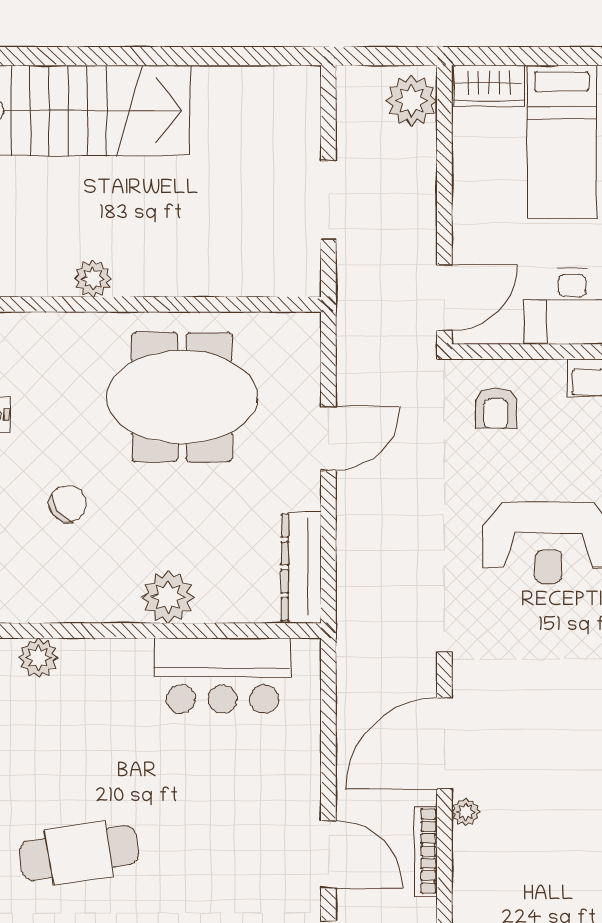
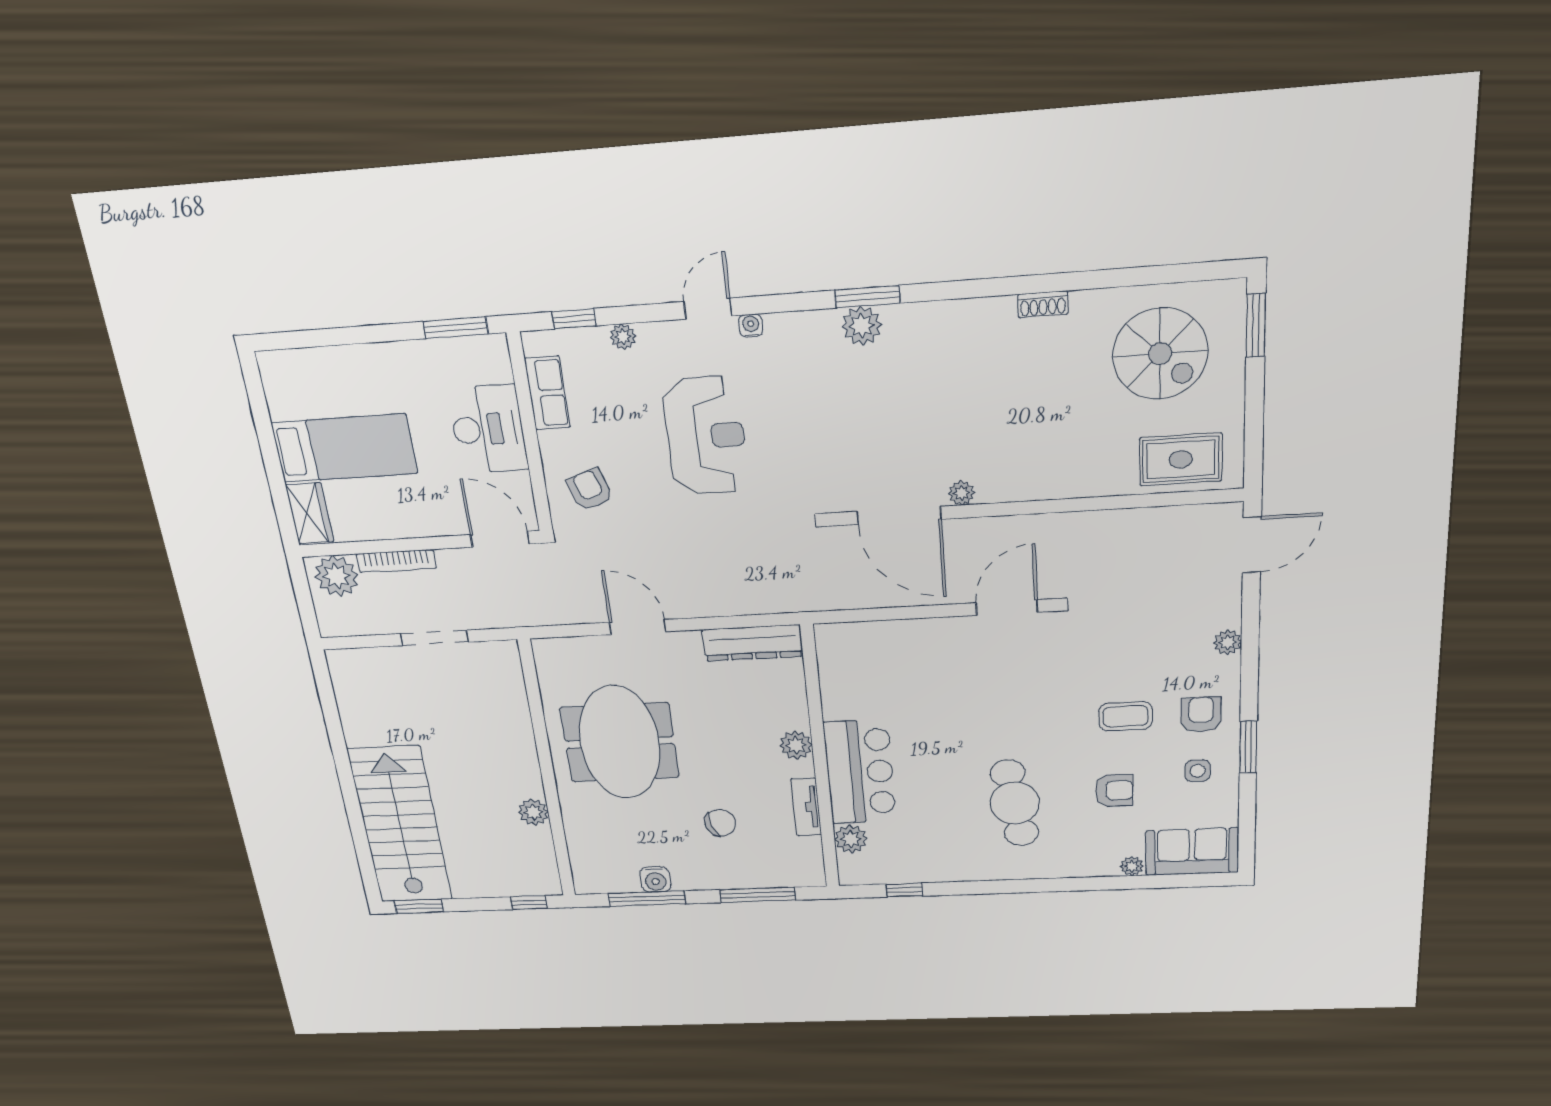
armchair: (496, 408) -> (590, 490), turned -109
chair: (68, 504) -> (720, 823), turned 110
plant: (168, 597) -> (796, 745), width x0.73, depth x0.73
tv unit: (85, 609) -> (806, 807), added
bar counter: (222, 676) -> (860, 772), moved
bookcase: (426, 851) -> (396, 561), moved

